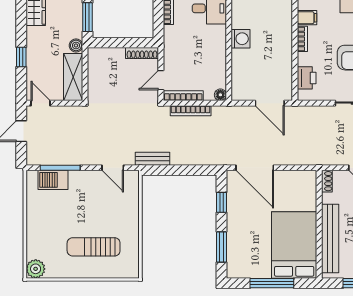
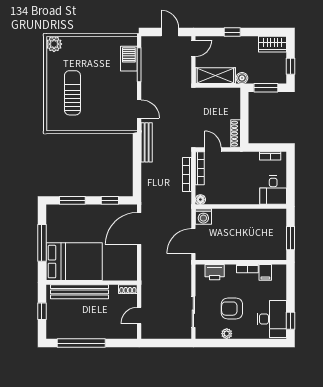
washing machine: (241, 39) -> (203, 216), moved
bench: (152, 159) -> (147, 142), width x1.36
door: (113, 168) -> (139, 109), swing flipped

